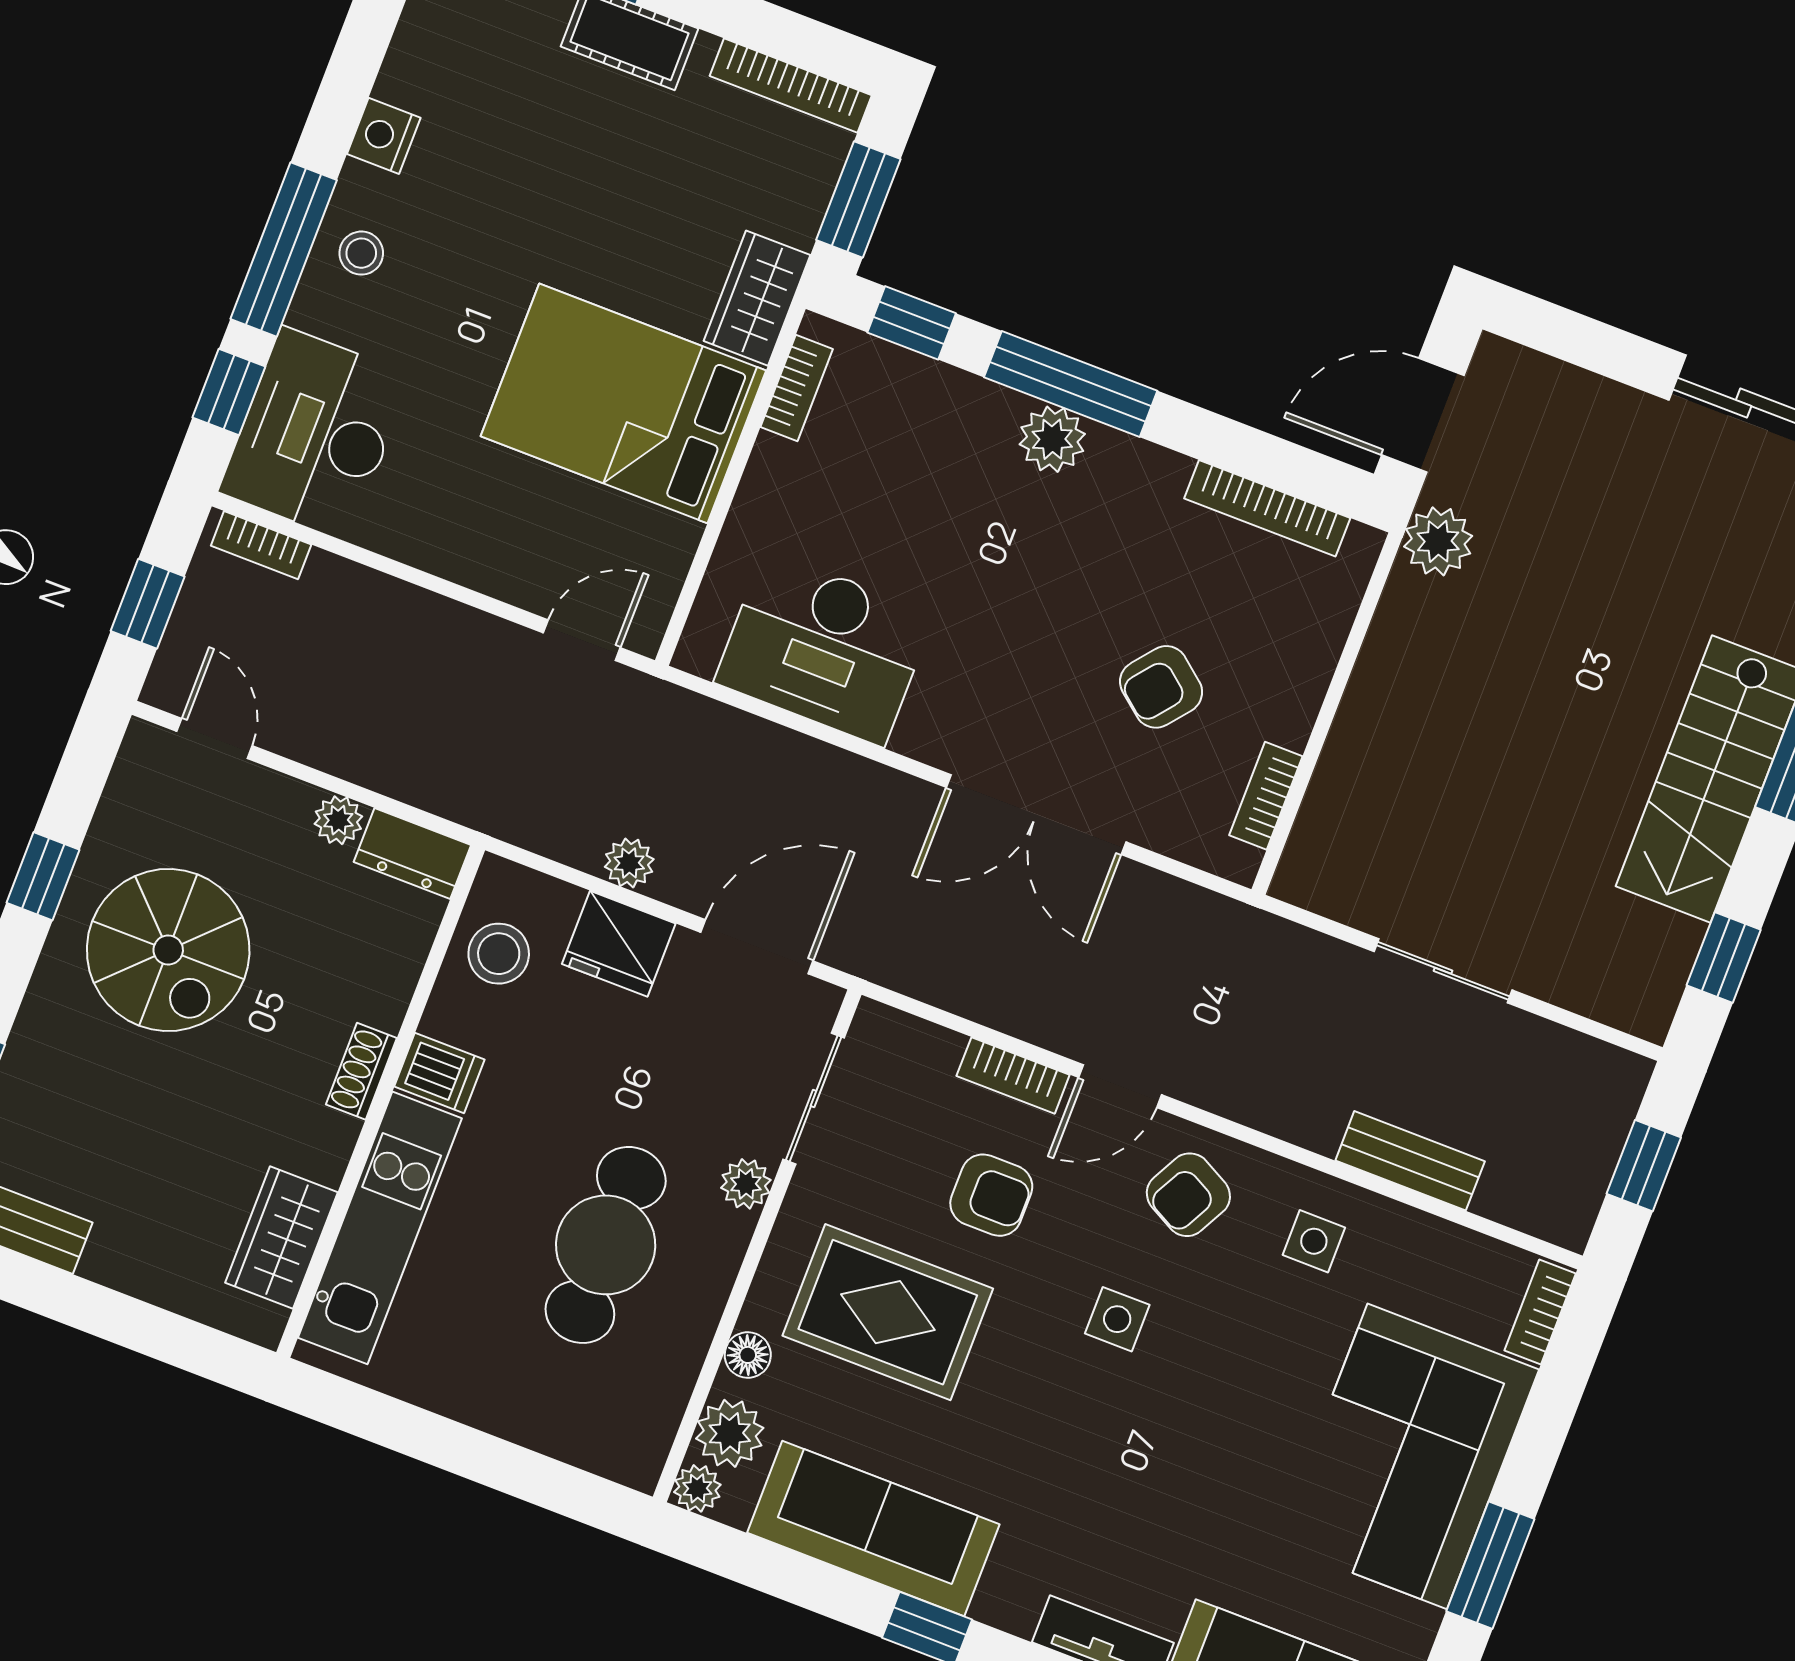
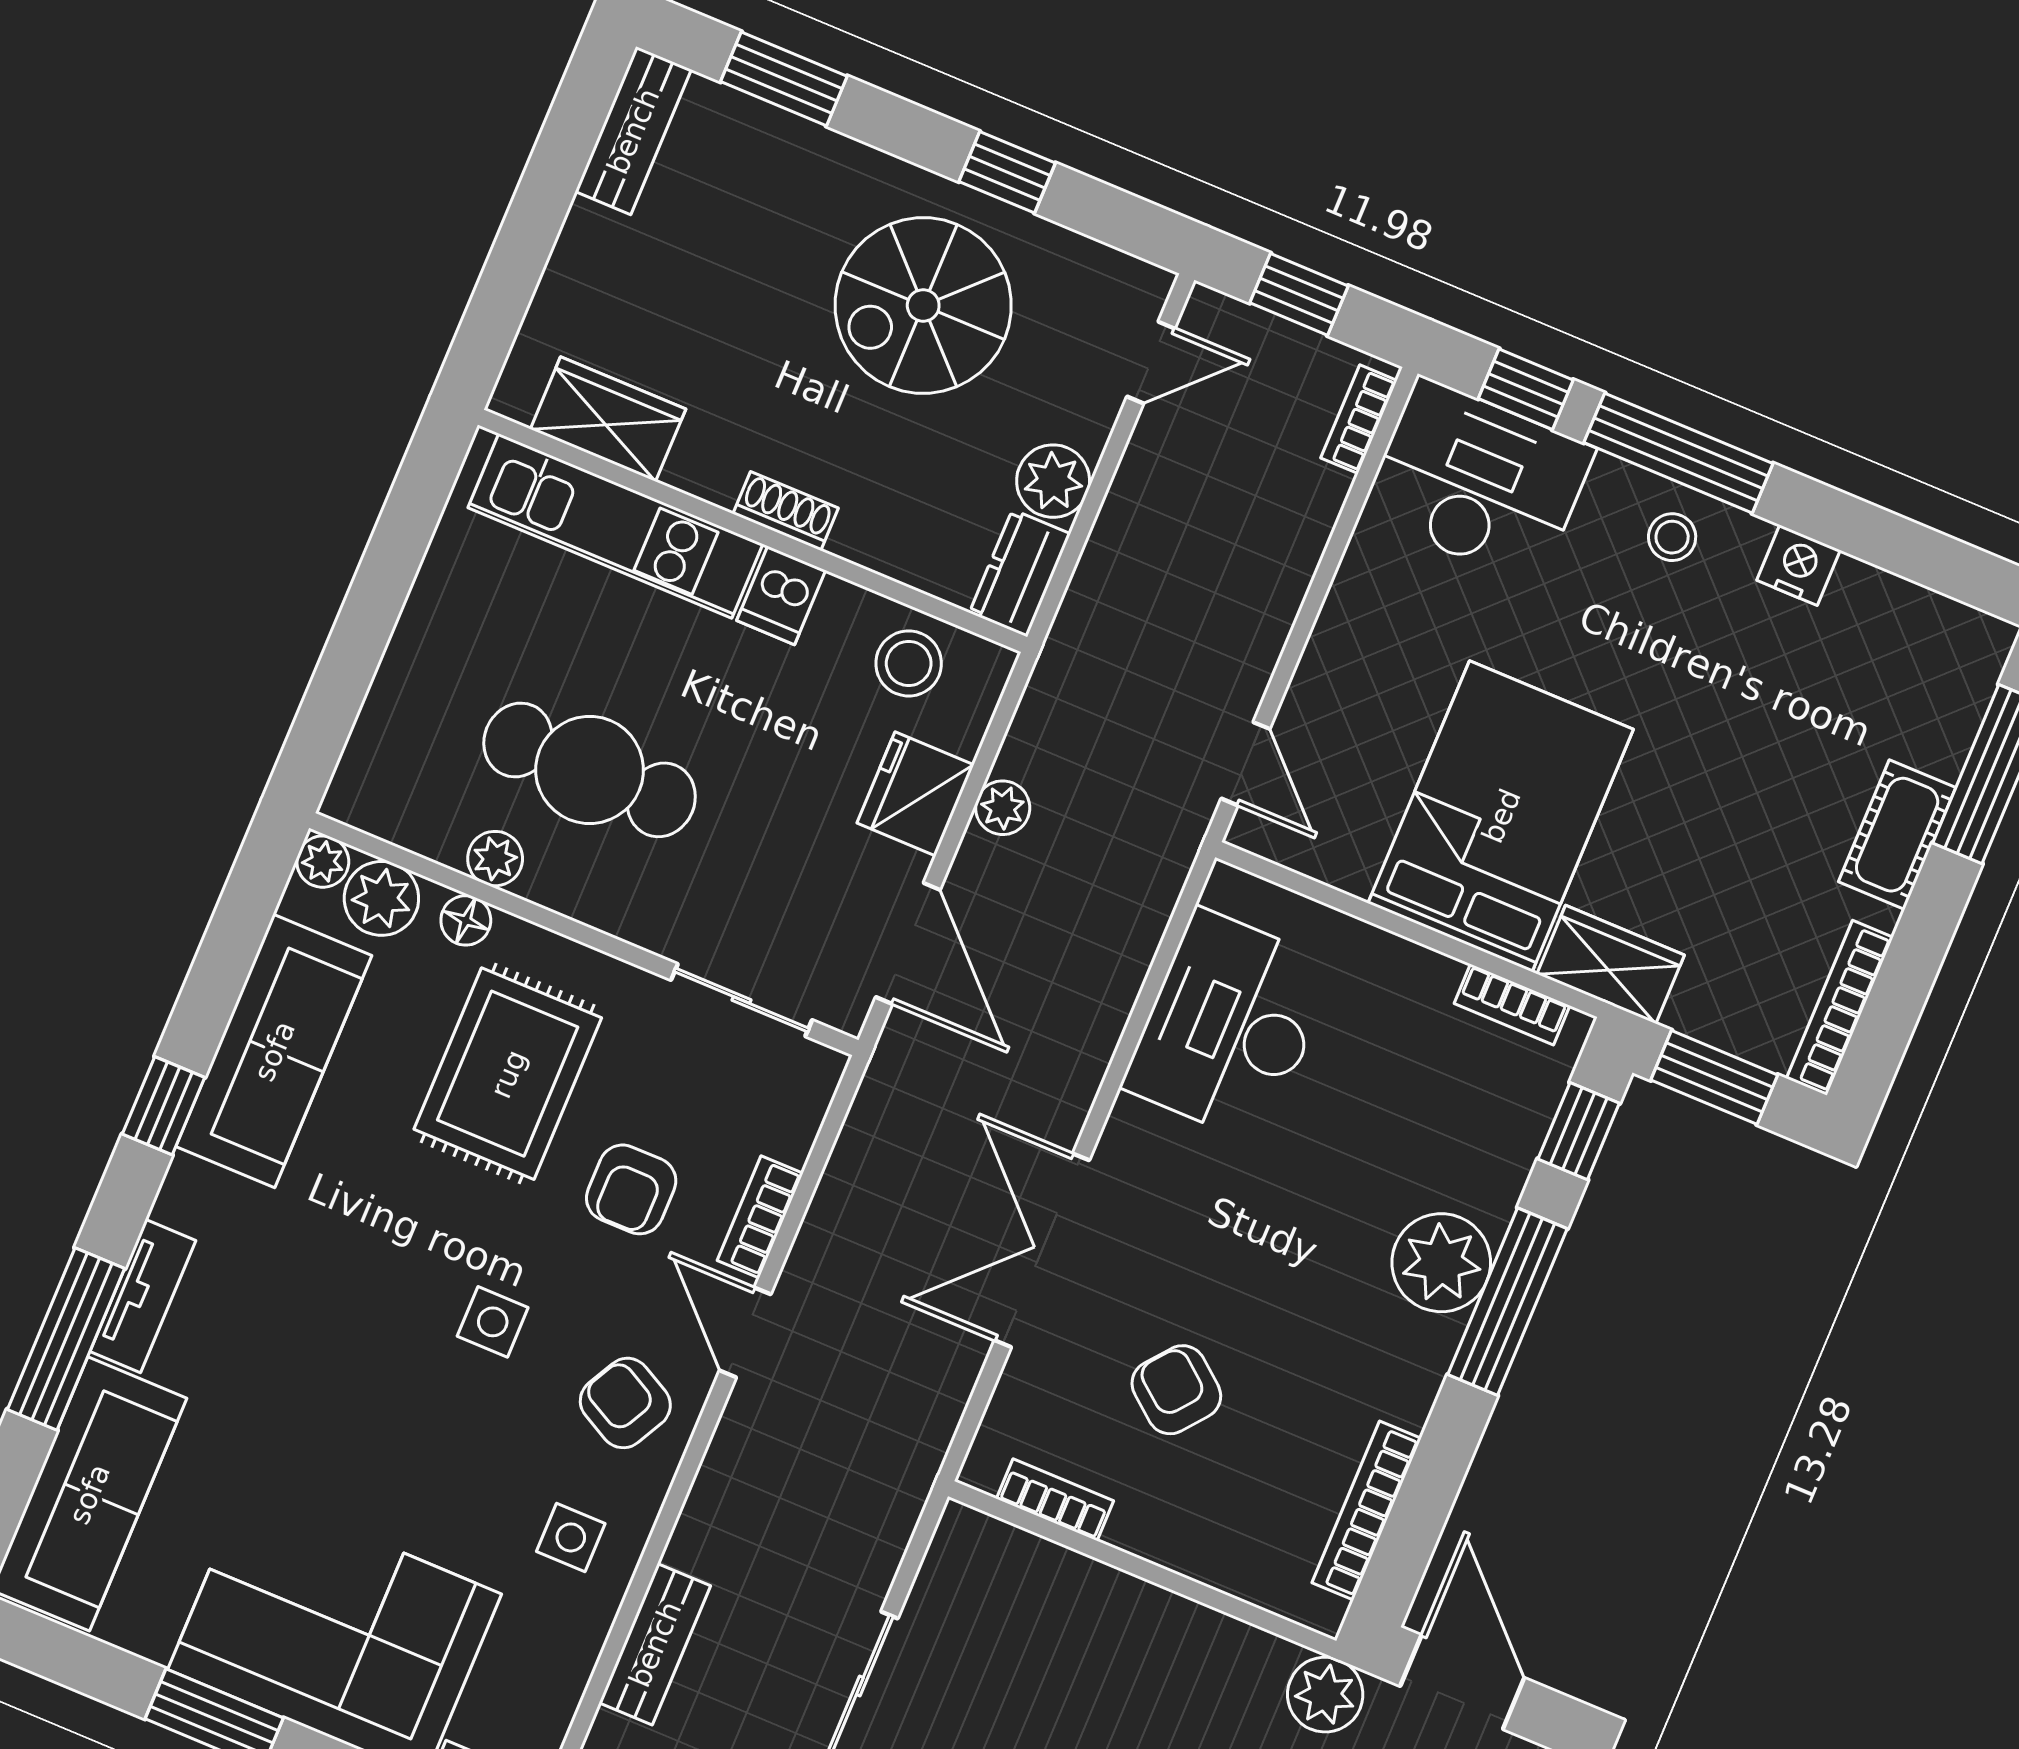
plant: (1052, 439) -> (1441, 1263), width x1.36, depth x1.36
plant: (338, 820) -> (1053, 481), width x1.38, depth x1.38
plant: (746, 1184) -> (495, 859), moved

